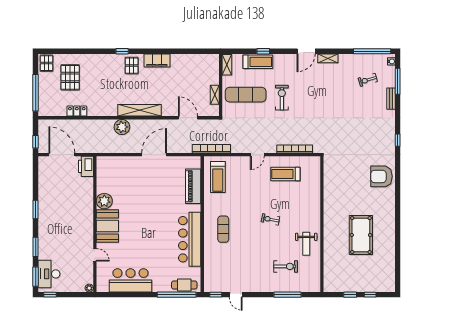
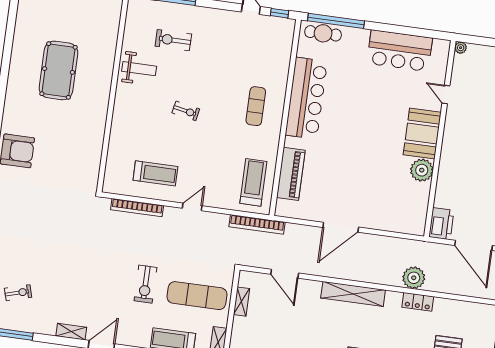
locker: (77, 111) -> (418, 302), moved
plant: (122, 127) -> (414, 278), moved
weight bench: (306, 244) -> (139, 69), turned 90

